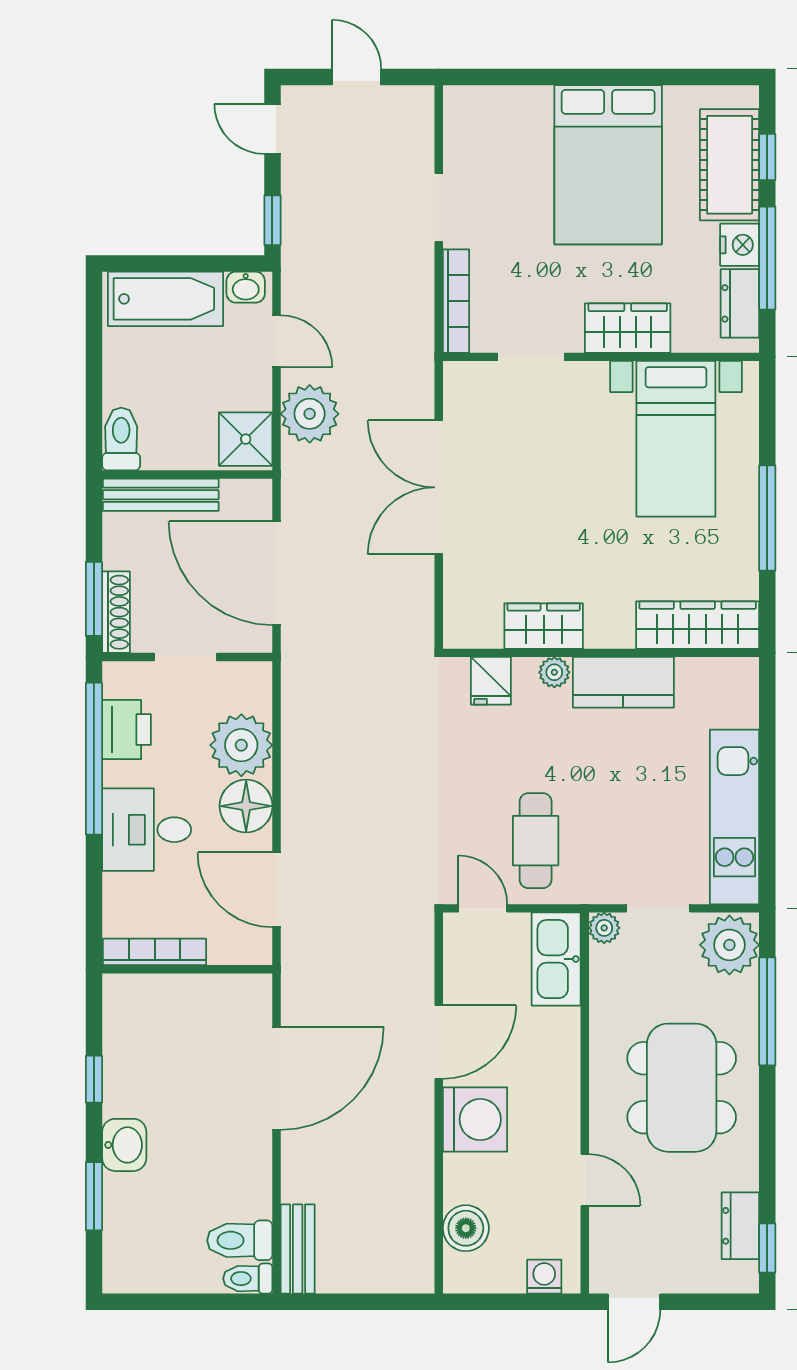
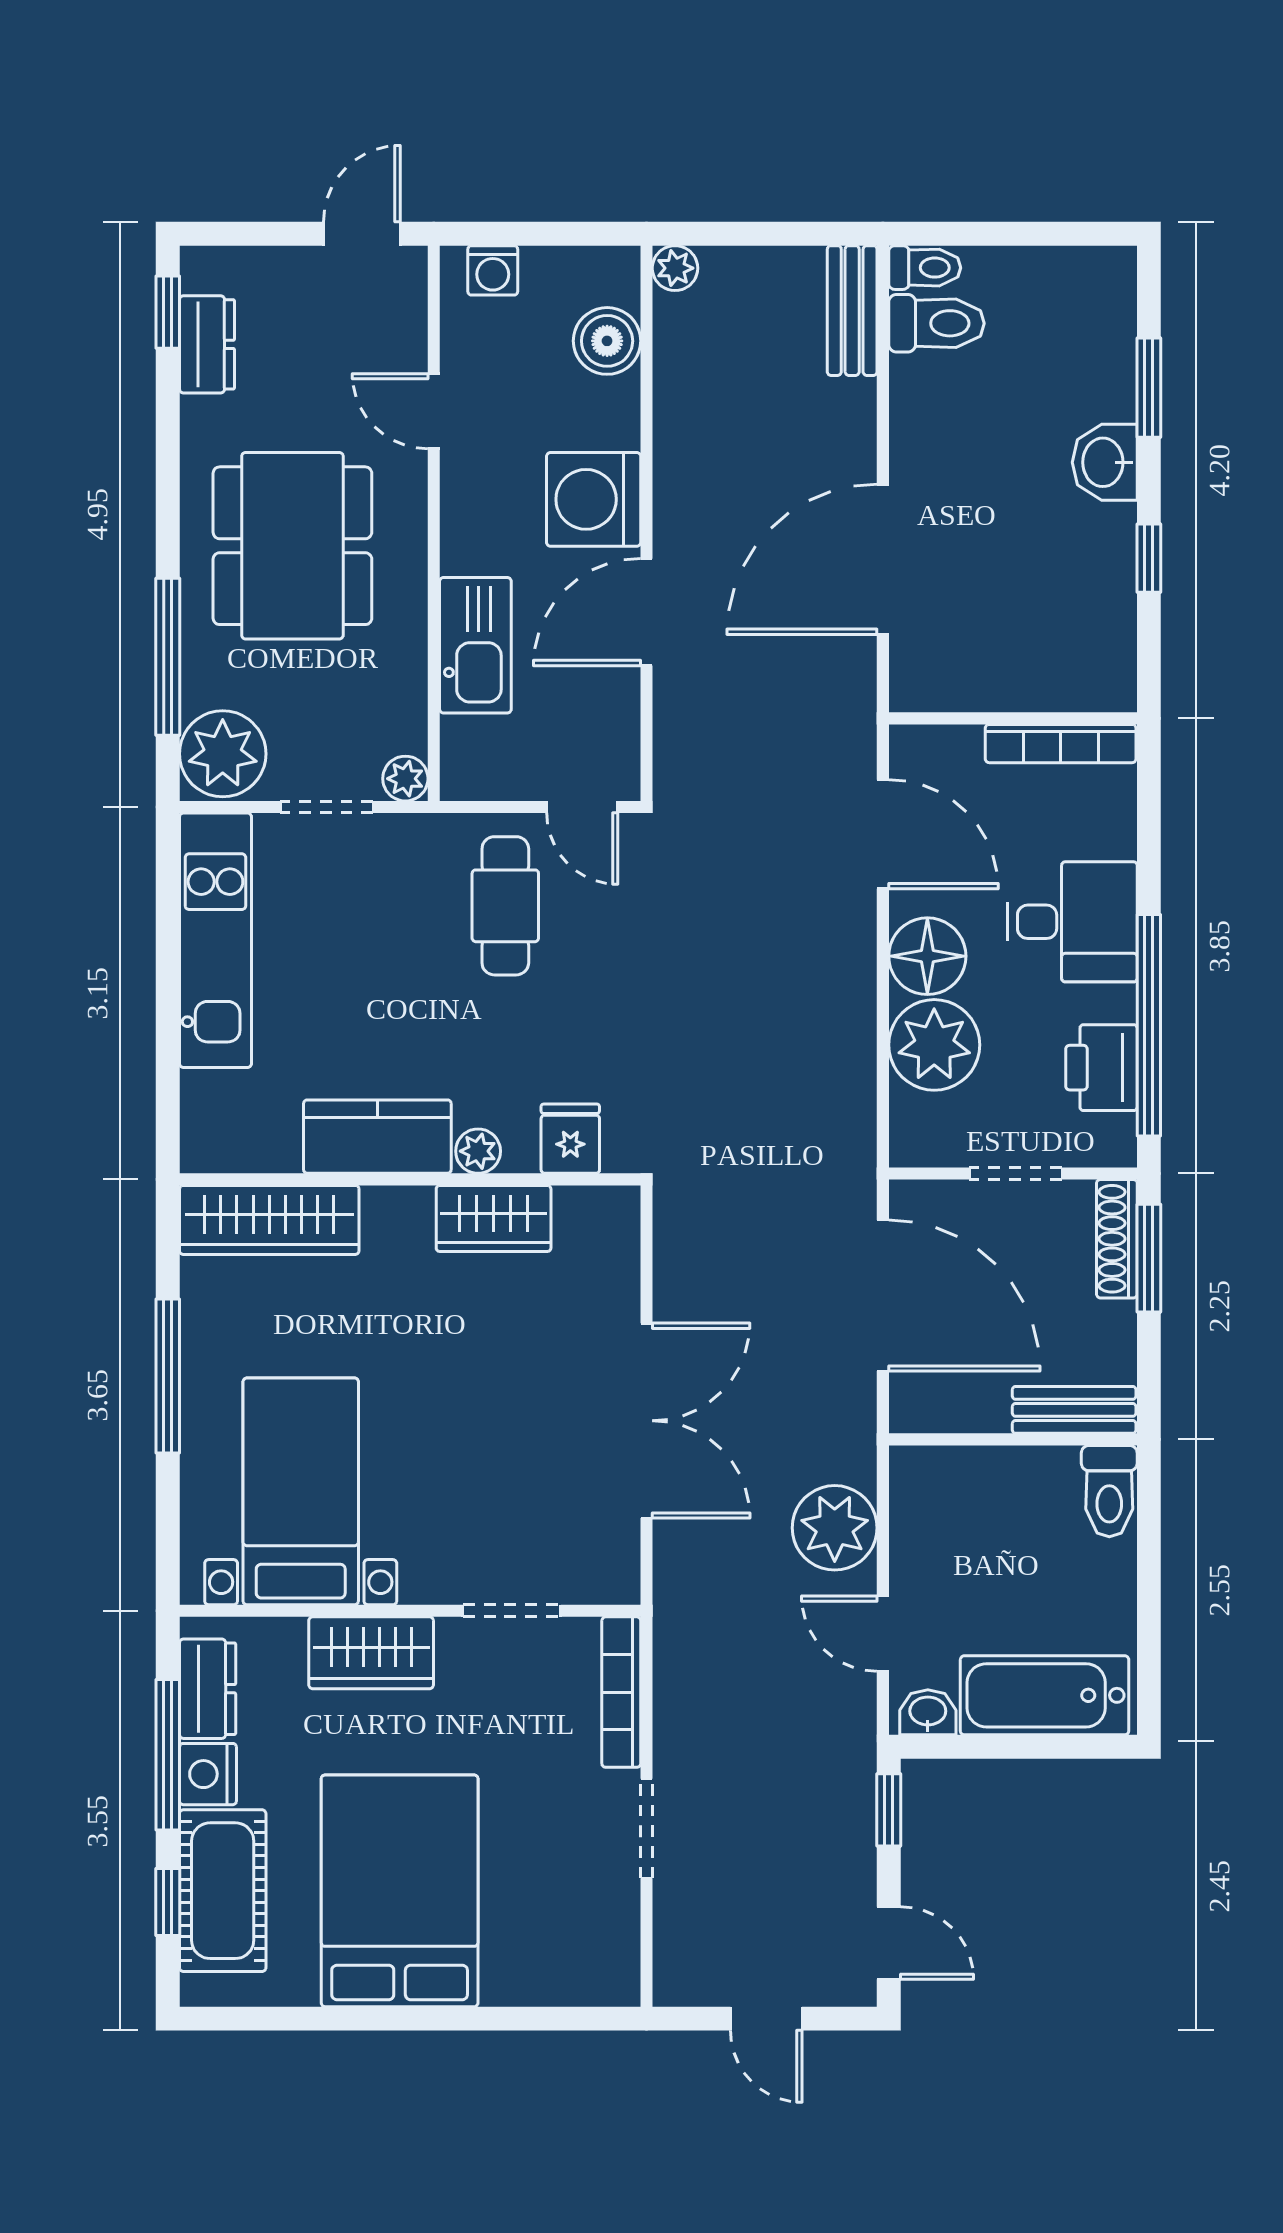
shower: (246, 439) -> (928, 1491), removed
bench: (161, 495) -> (1074, 1410), width x0.73
kitchen sink: (556, 959) -> (475, 645), moved
plant: (419, 1278) -> (675, 268), added

